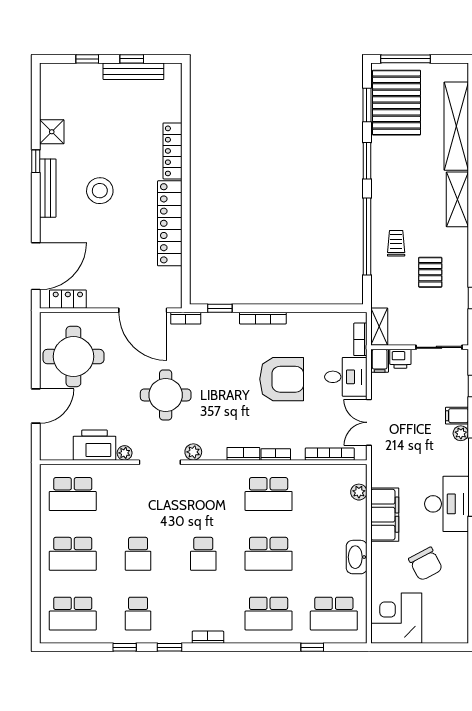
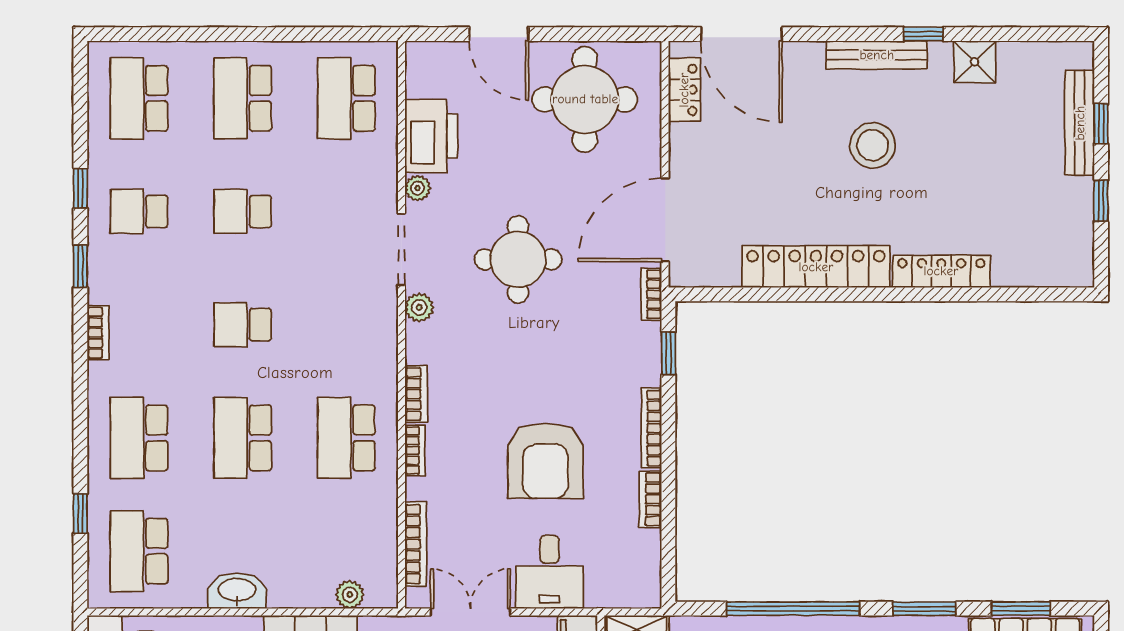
bench: (133, 71) -> (1080, 123), moved
bookcase: (360, 339) -> (650, 499), moved, turned -90

